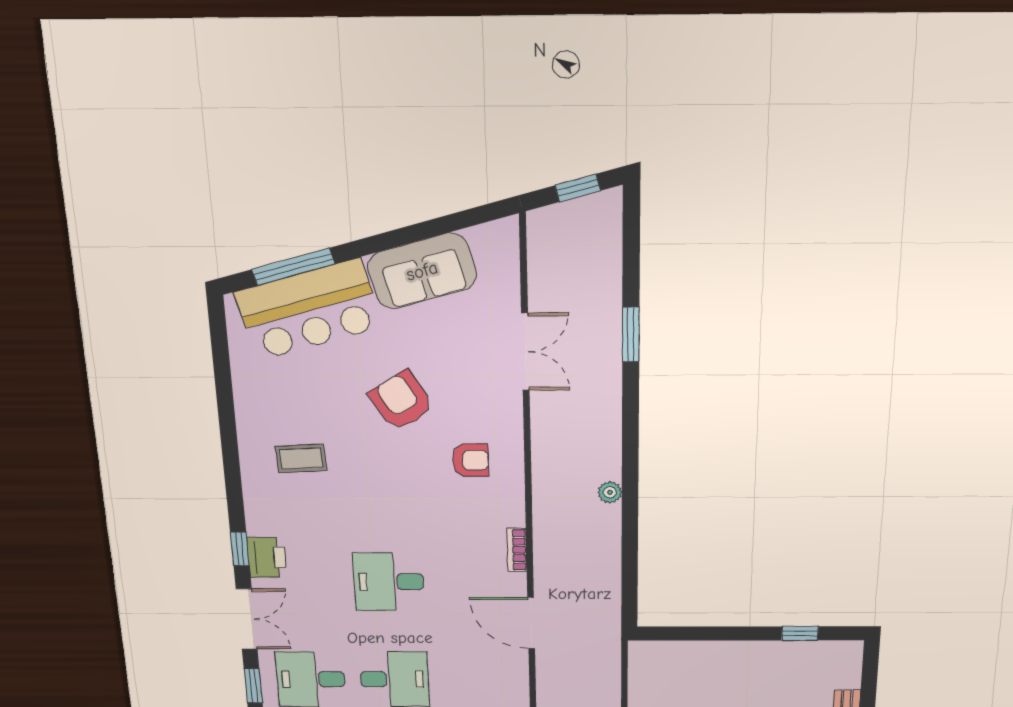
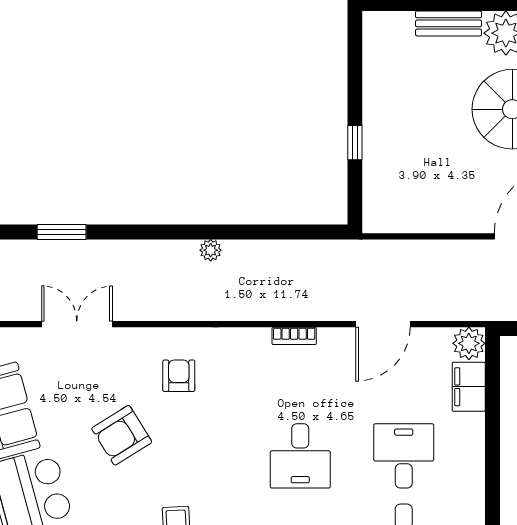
bookcase: (517, 550) -> (294, 336), moved
door: (531, 623) -> (383, 324), moved
window: (800, 633) -> (355, 143), moved

